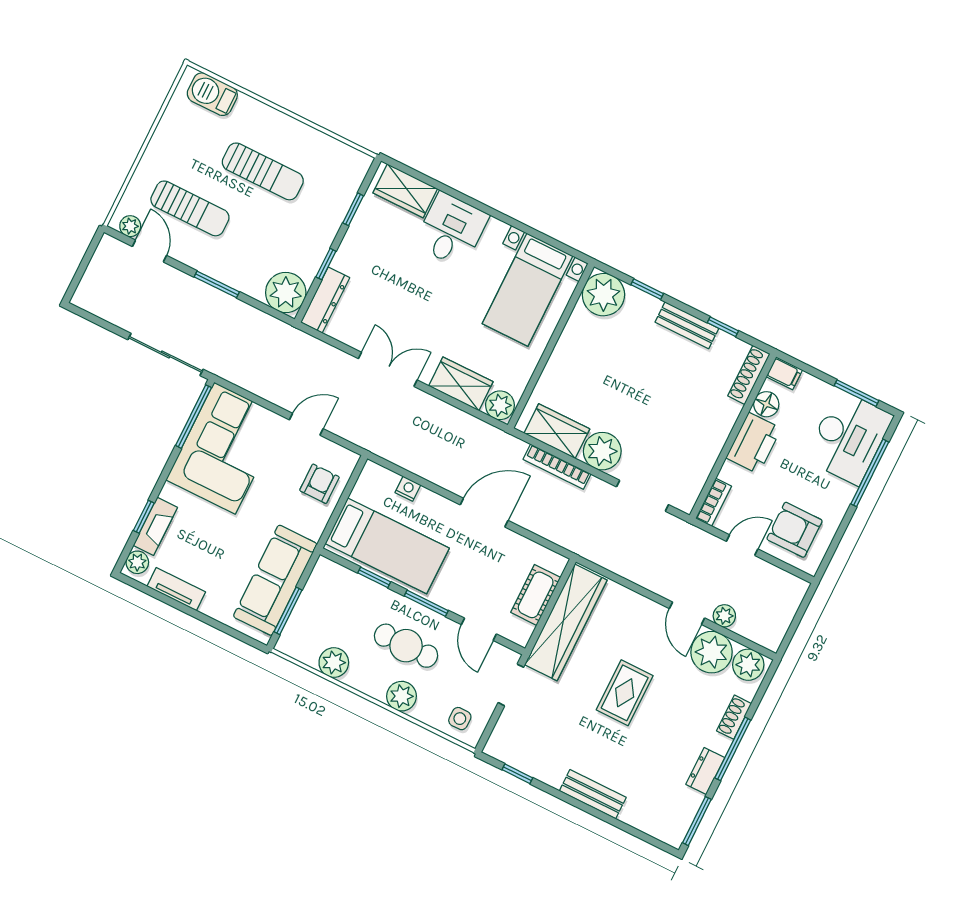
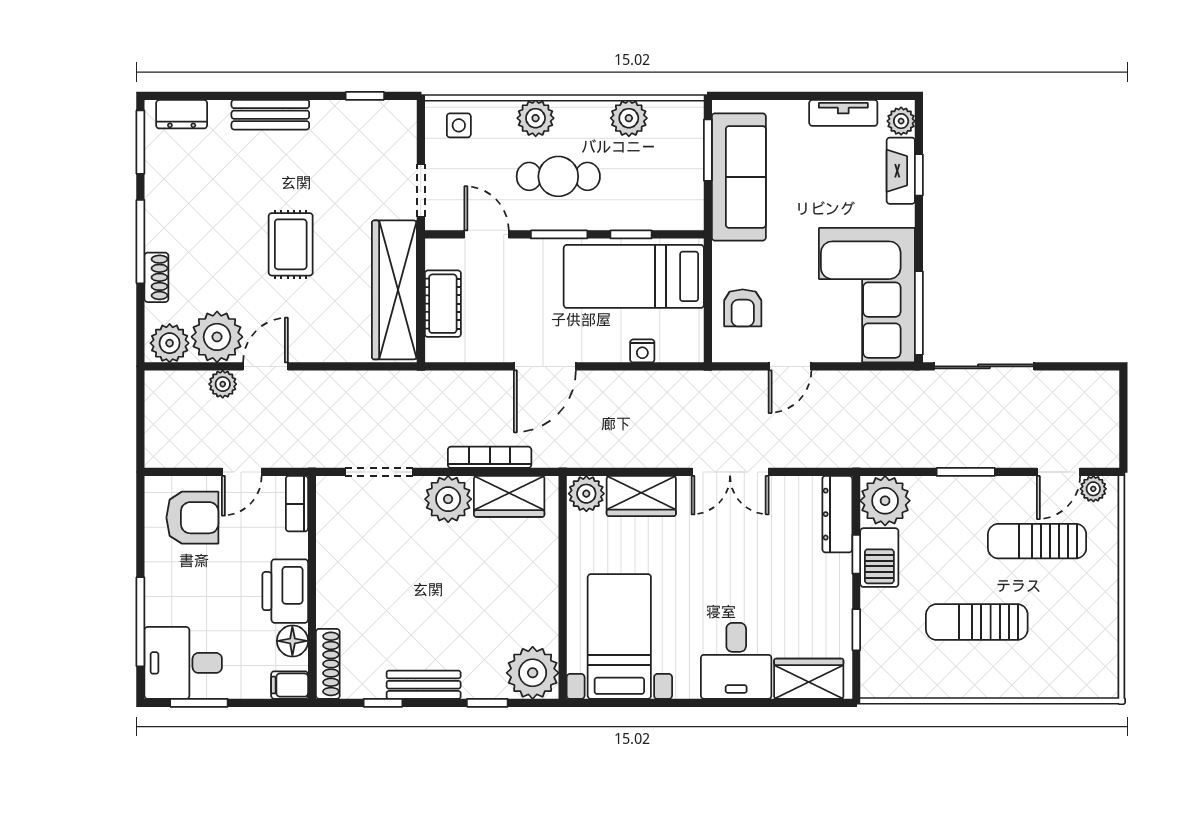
barbecue: (212, 94) -> (879, 558), moved, turned 90
door: (149, 251) -> (1059, 472), hinge flipped
desk: (849, 437) -> (183, 663), width x0.73
door: (687, 613) -> (265, 366), hinge flipped
dresser: (705, 771) -> (182, 114), moved, turned 90

